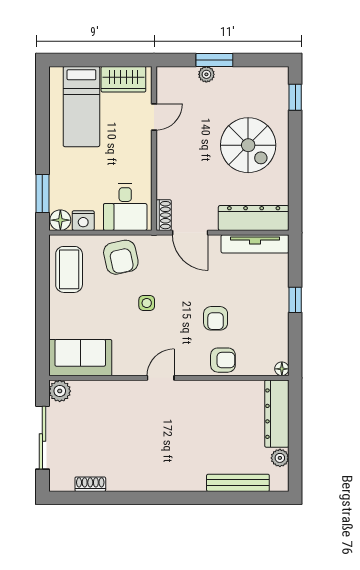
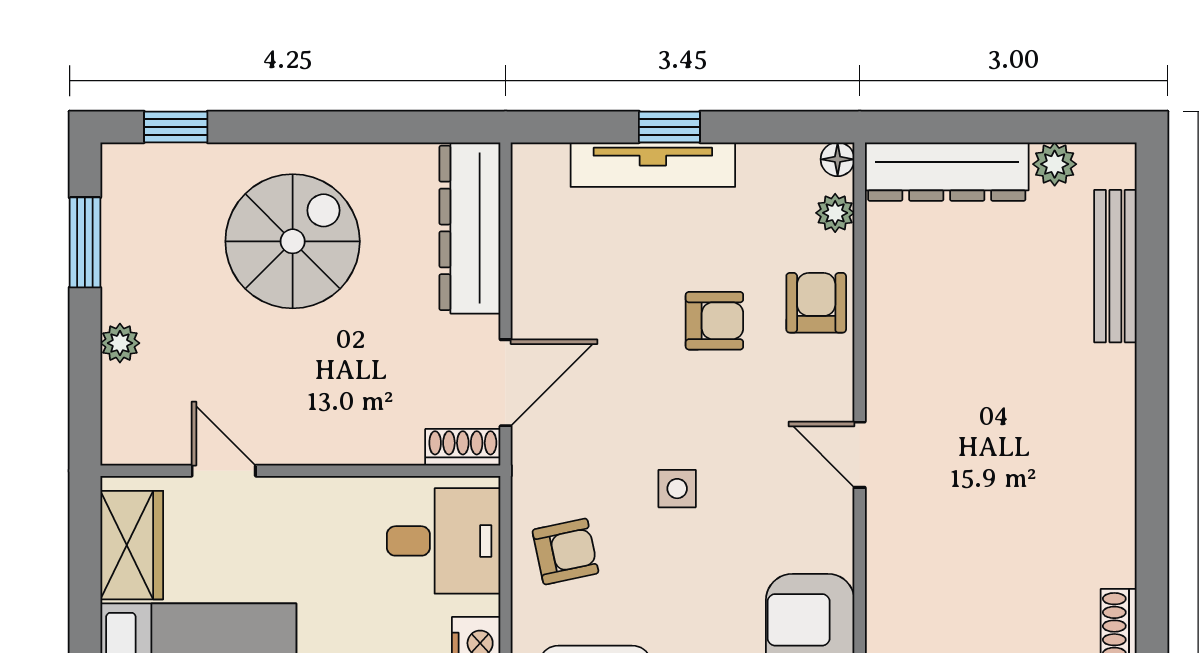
window: (214, 60) -> (85, 242), moved
tv unit: (255, 244) -> (653, 165), moved, turned 90
armchair: (121, 257) -> (565, 552), width x0.72, depth x0.72
plant: (260, 368) -> (835, 213), added

